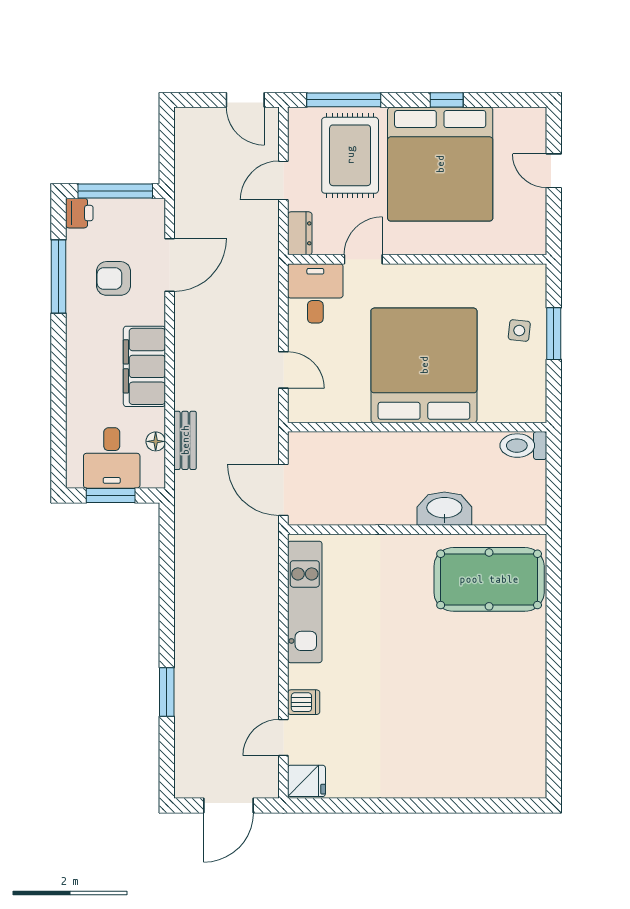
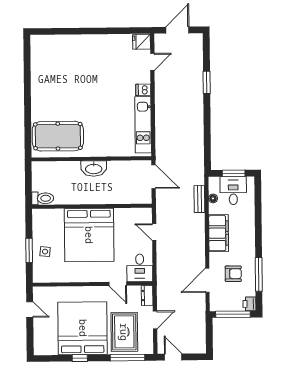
door: (554, 171) -> (30, 309), moved
door: (363, 259) -> (118, 284), hinge flipped
washbasin: (444, 509) -> (94, 169), moved
dishwasher: (304, 702) -> (143, 90), moved

